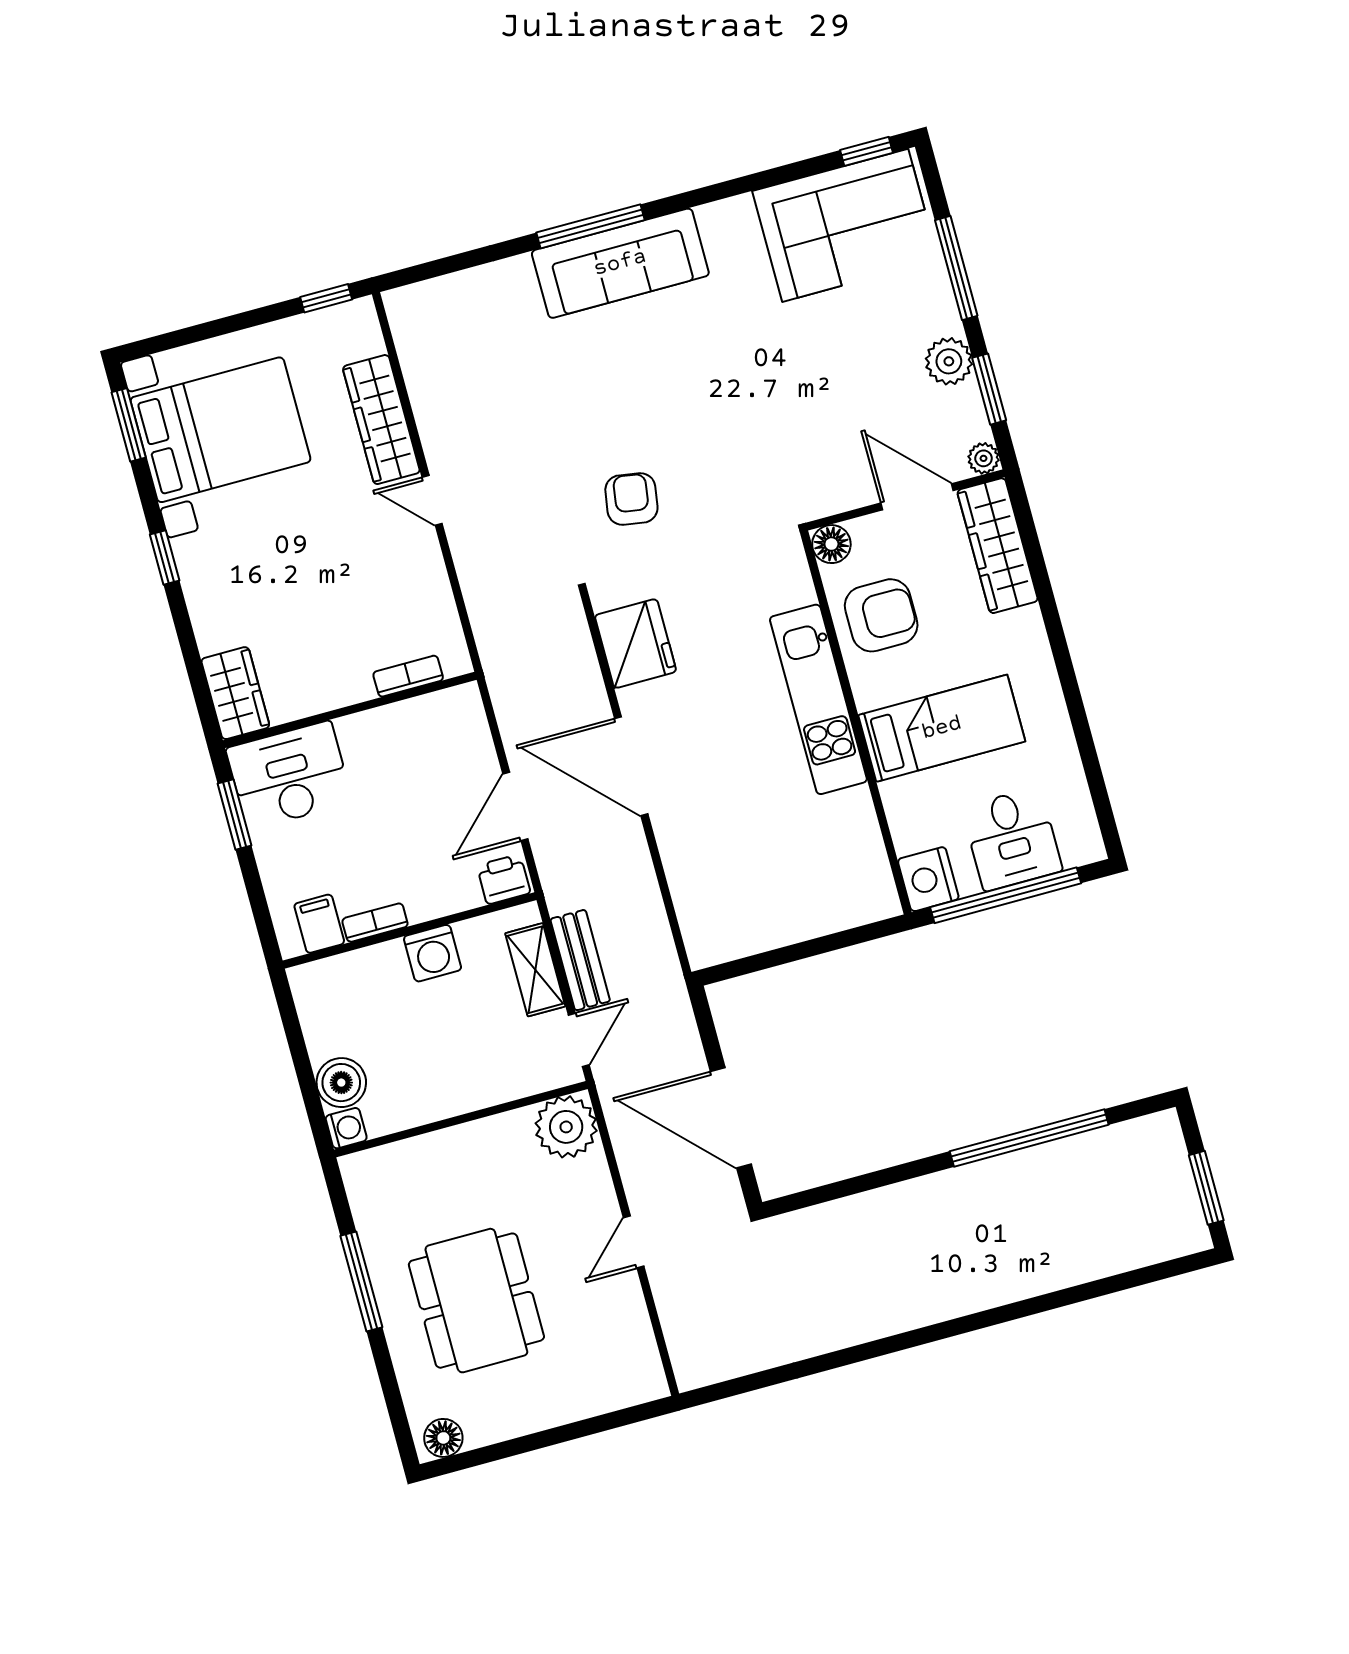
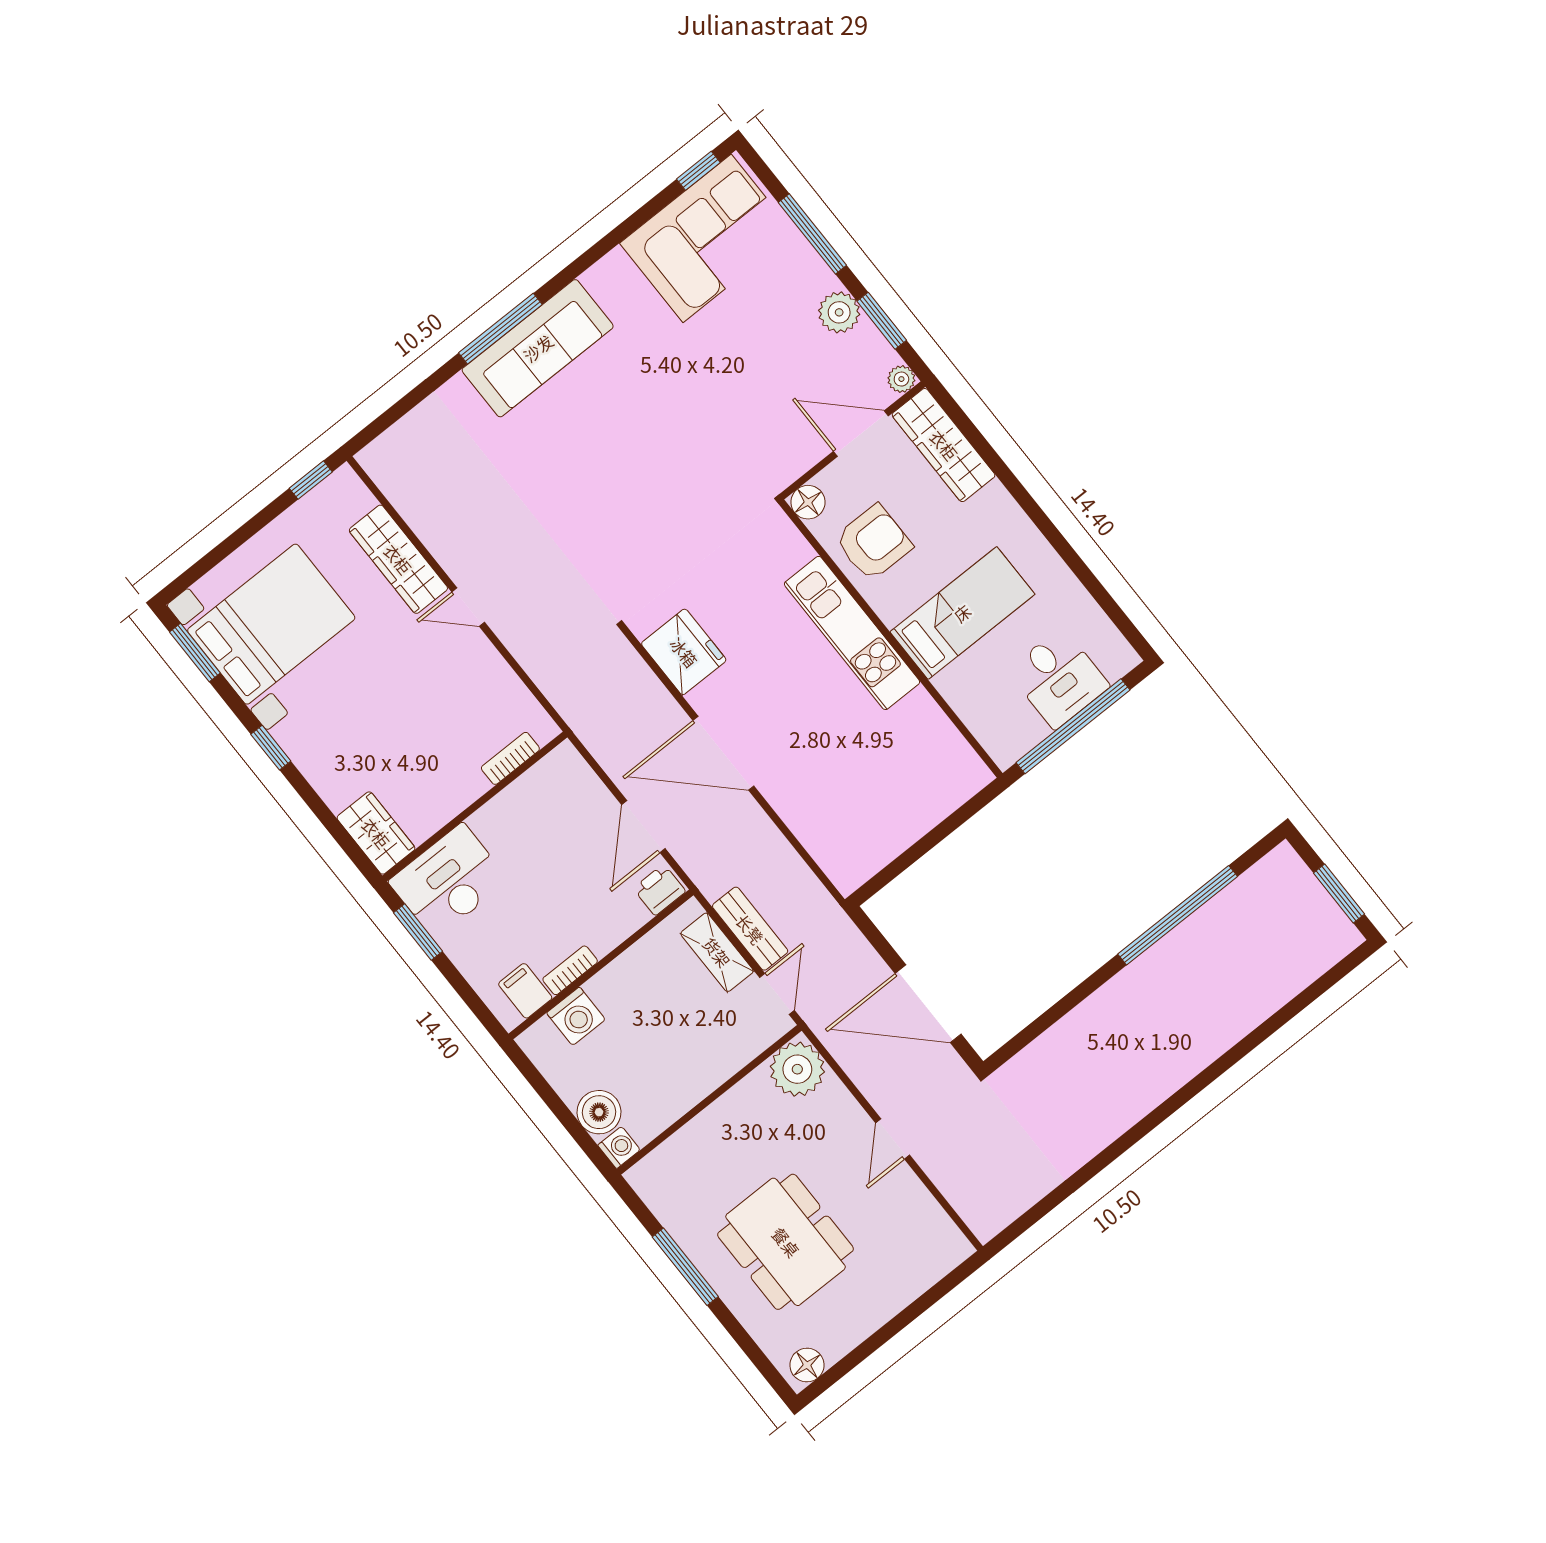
armchair: (631, 499) -> (630, 536), removed
nightstand: (928, 879) -> (1005, 740), removed
washing machine: (433, 953) -> (576, 1016), moved

